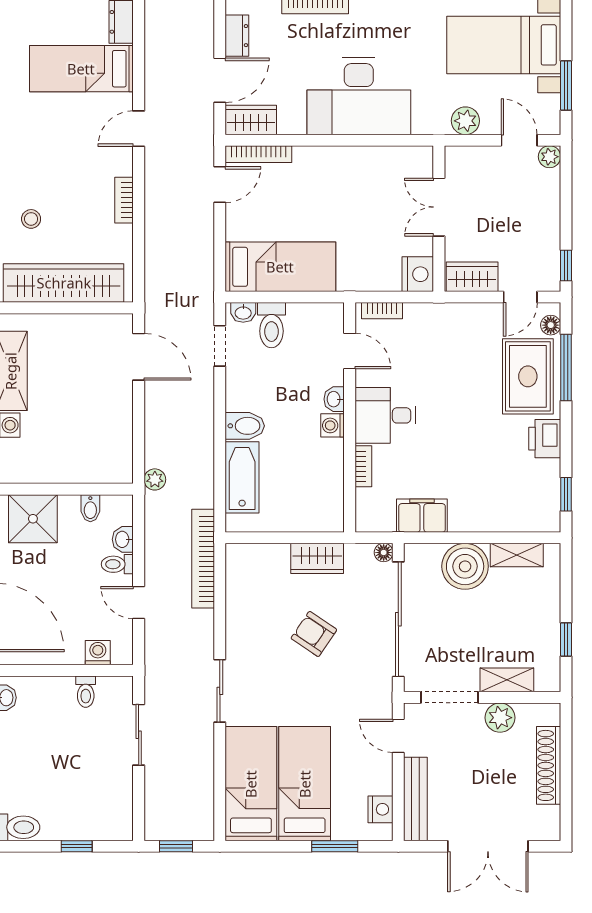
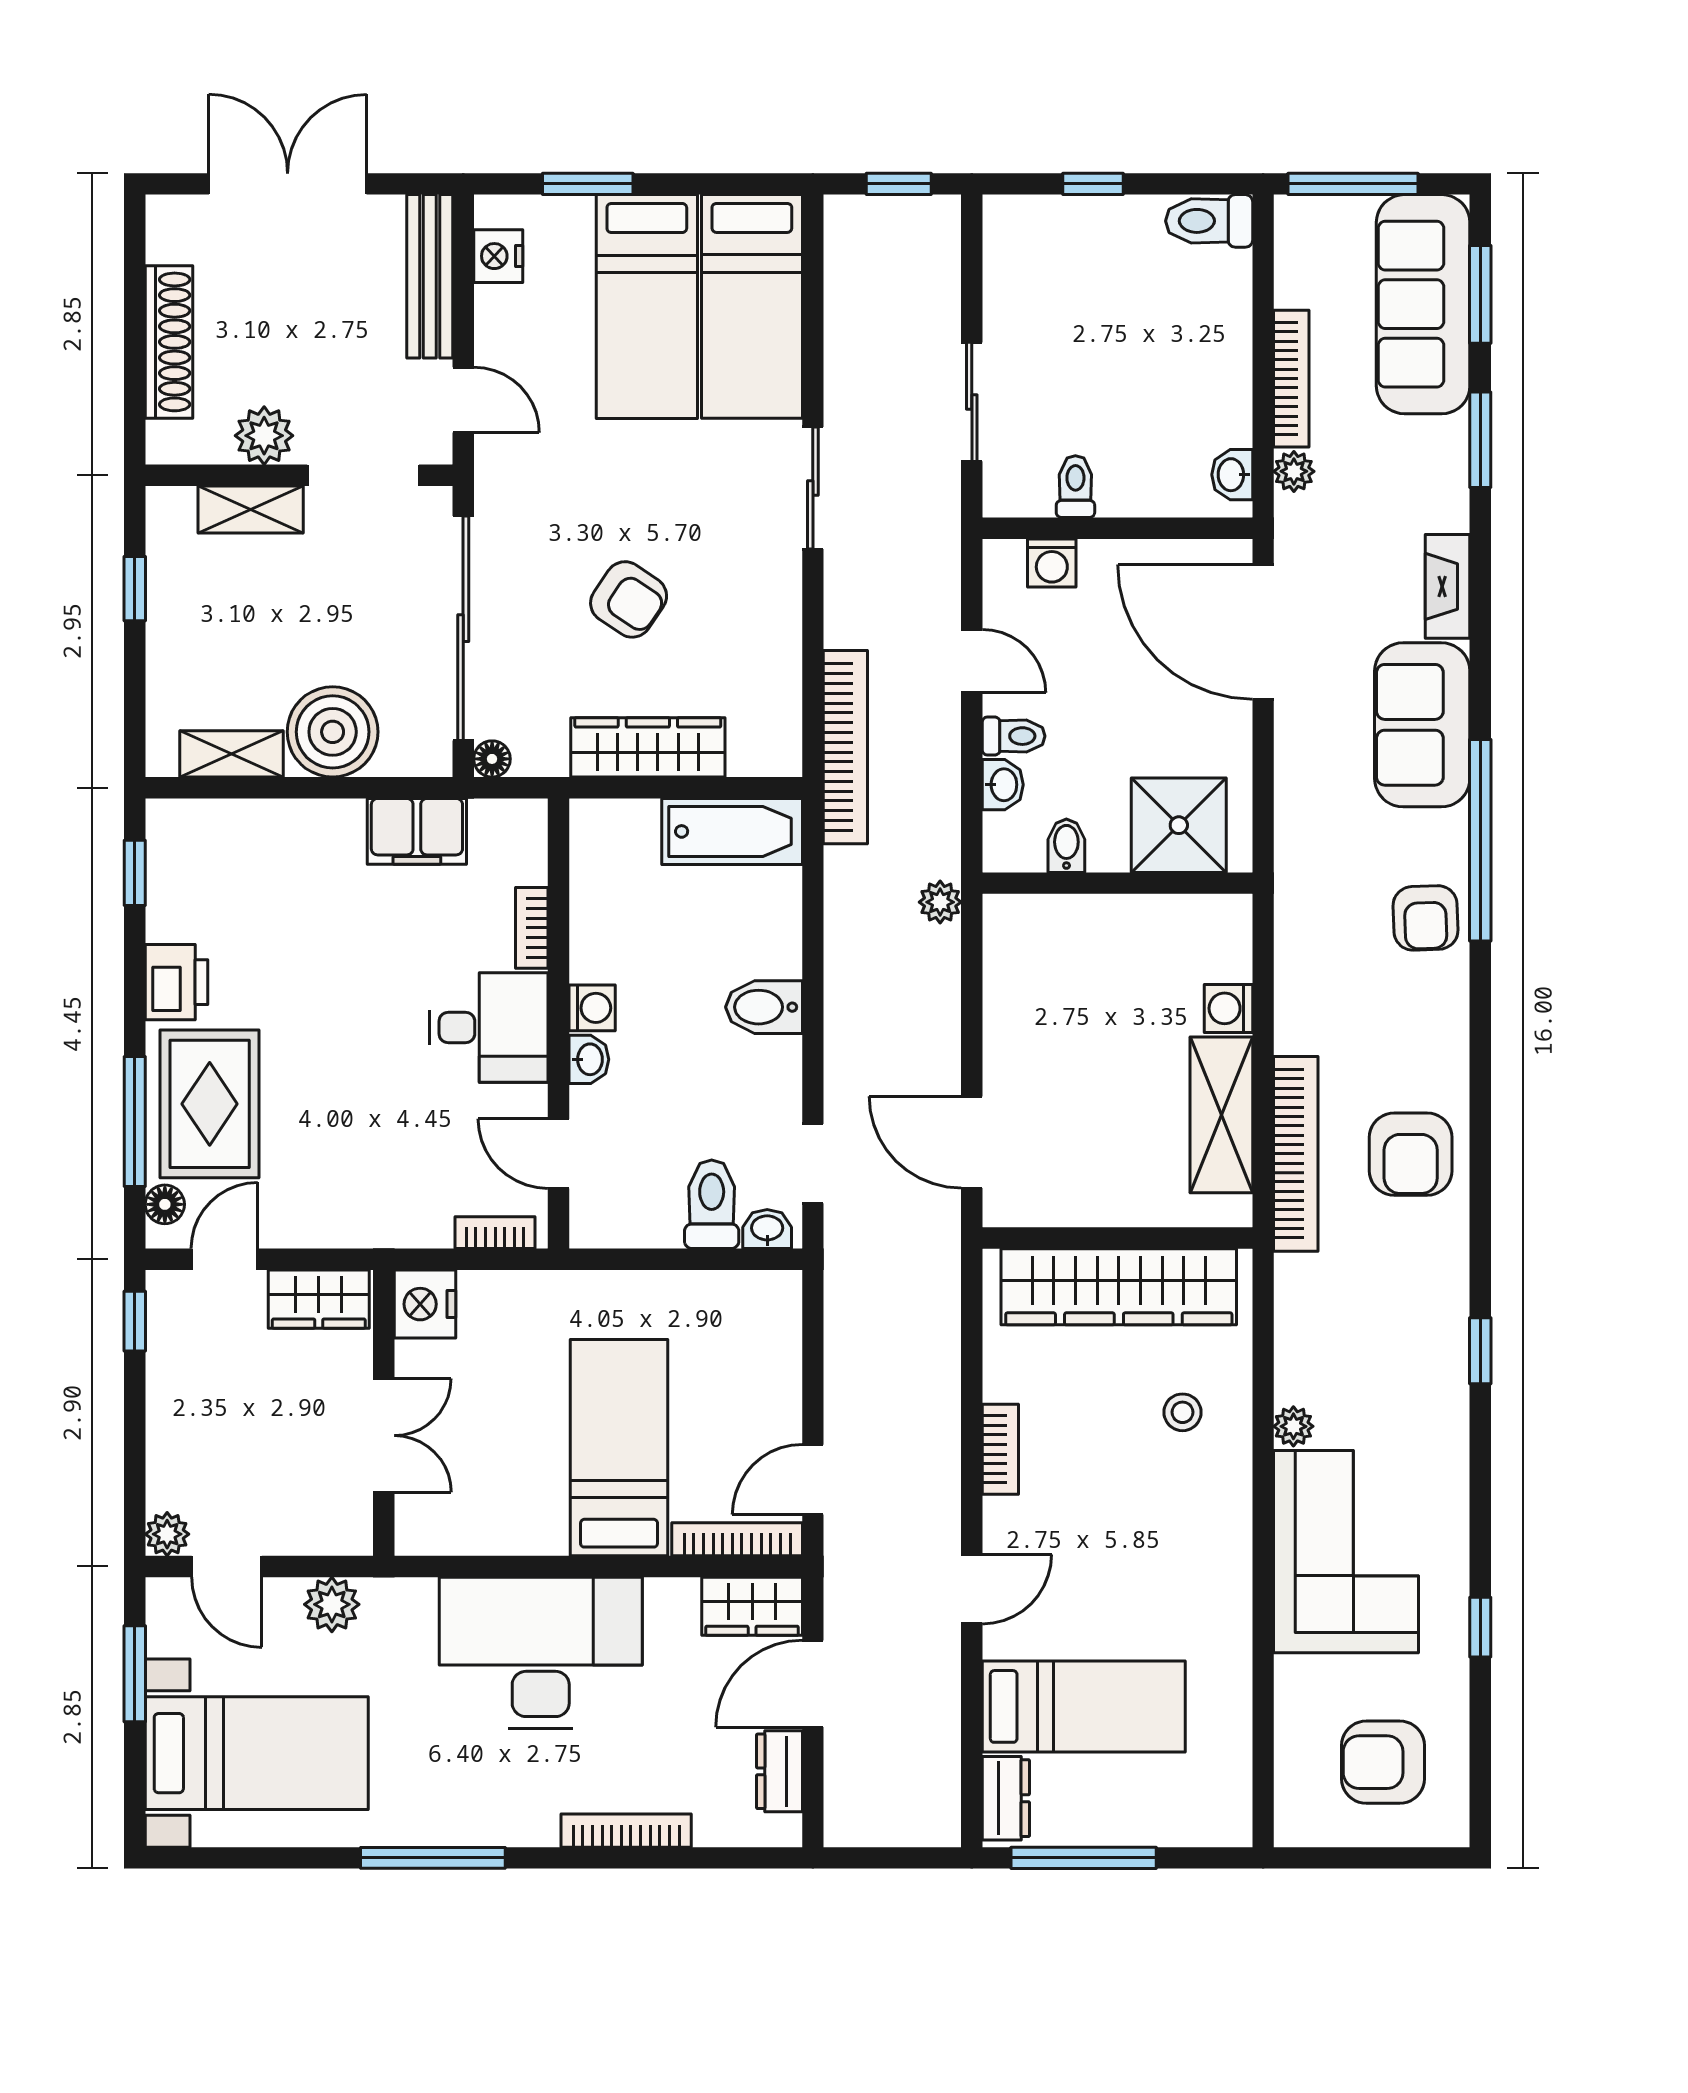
bed: (280, 267) -> (619, 1448), moved, turned 90
bathtub: (242, 477) -> (732, 831), moved, turned -90
wardrobe: (317, 558) -> (648, 747), width x1.50

